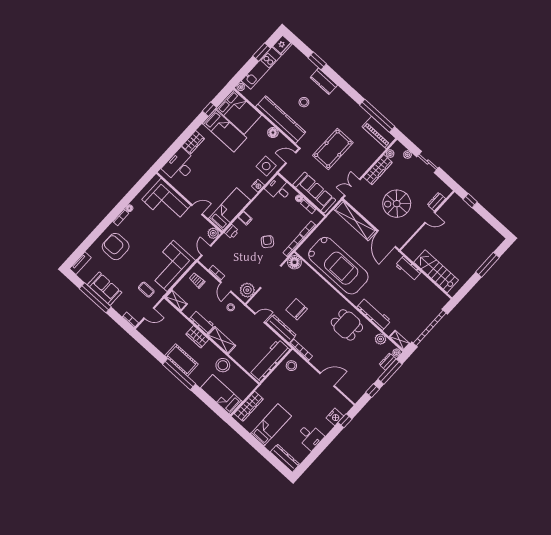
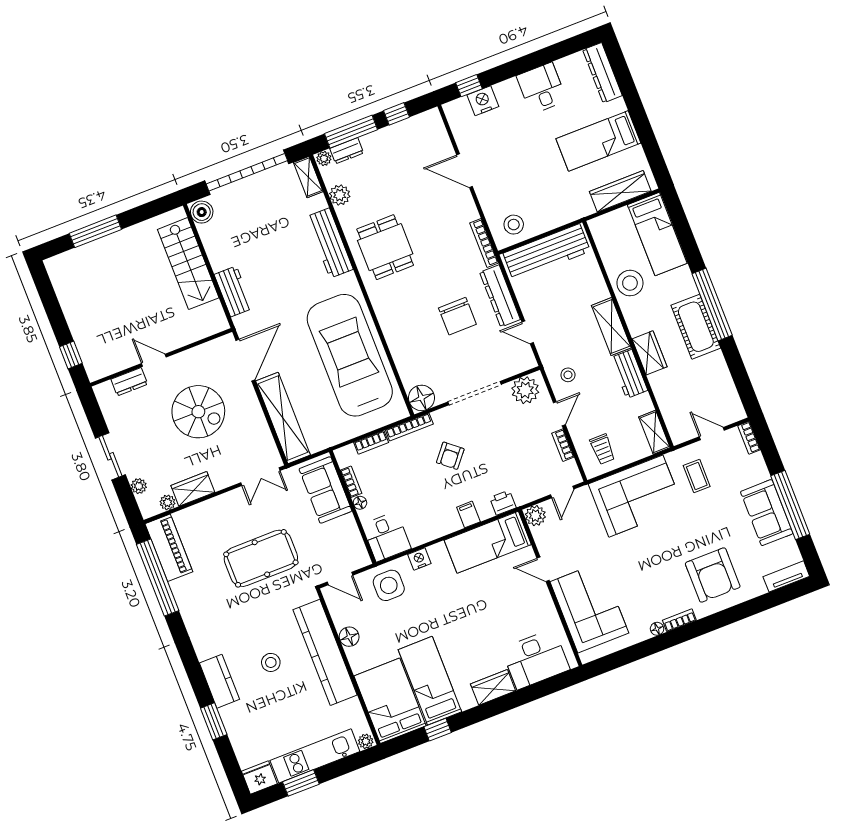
wardrobe: (378, 170) -> (193, 489), width x0.67
sofa: (314, 193) -> (325, 490), width x0.73
boiler: (442, 299) -> (202, 212), added

